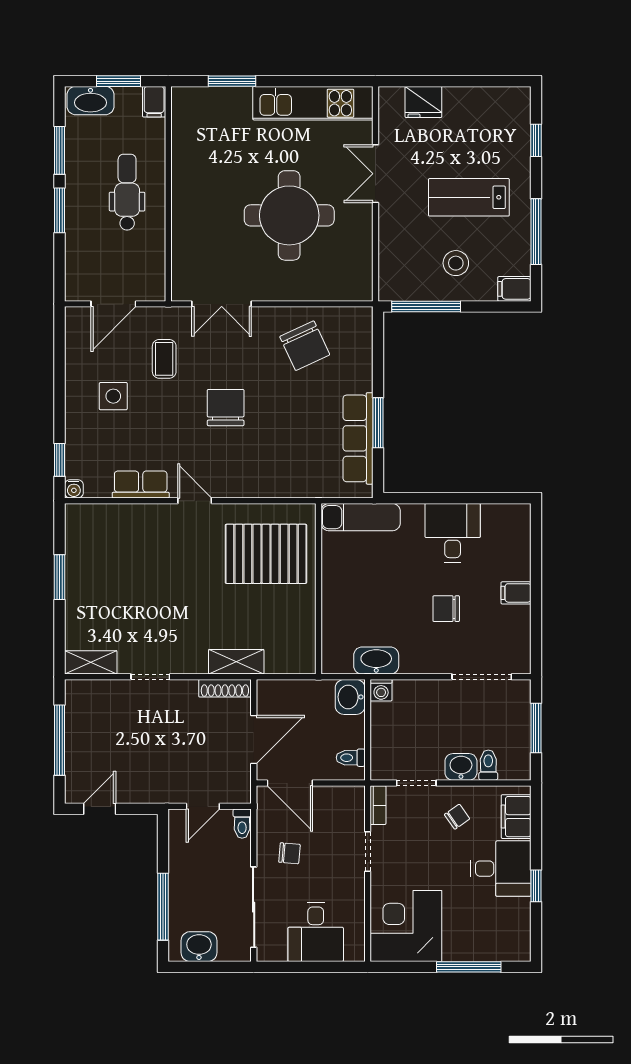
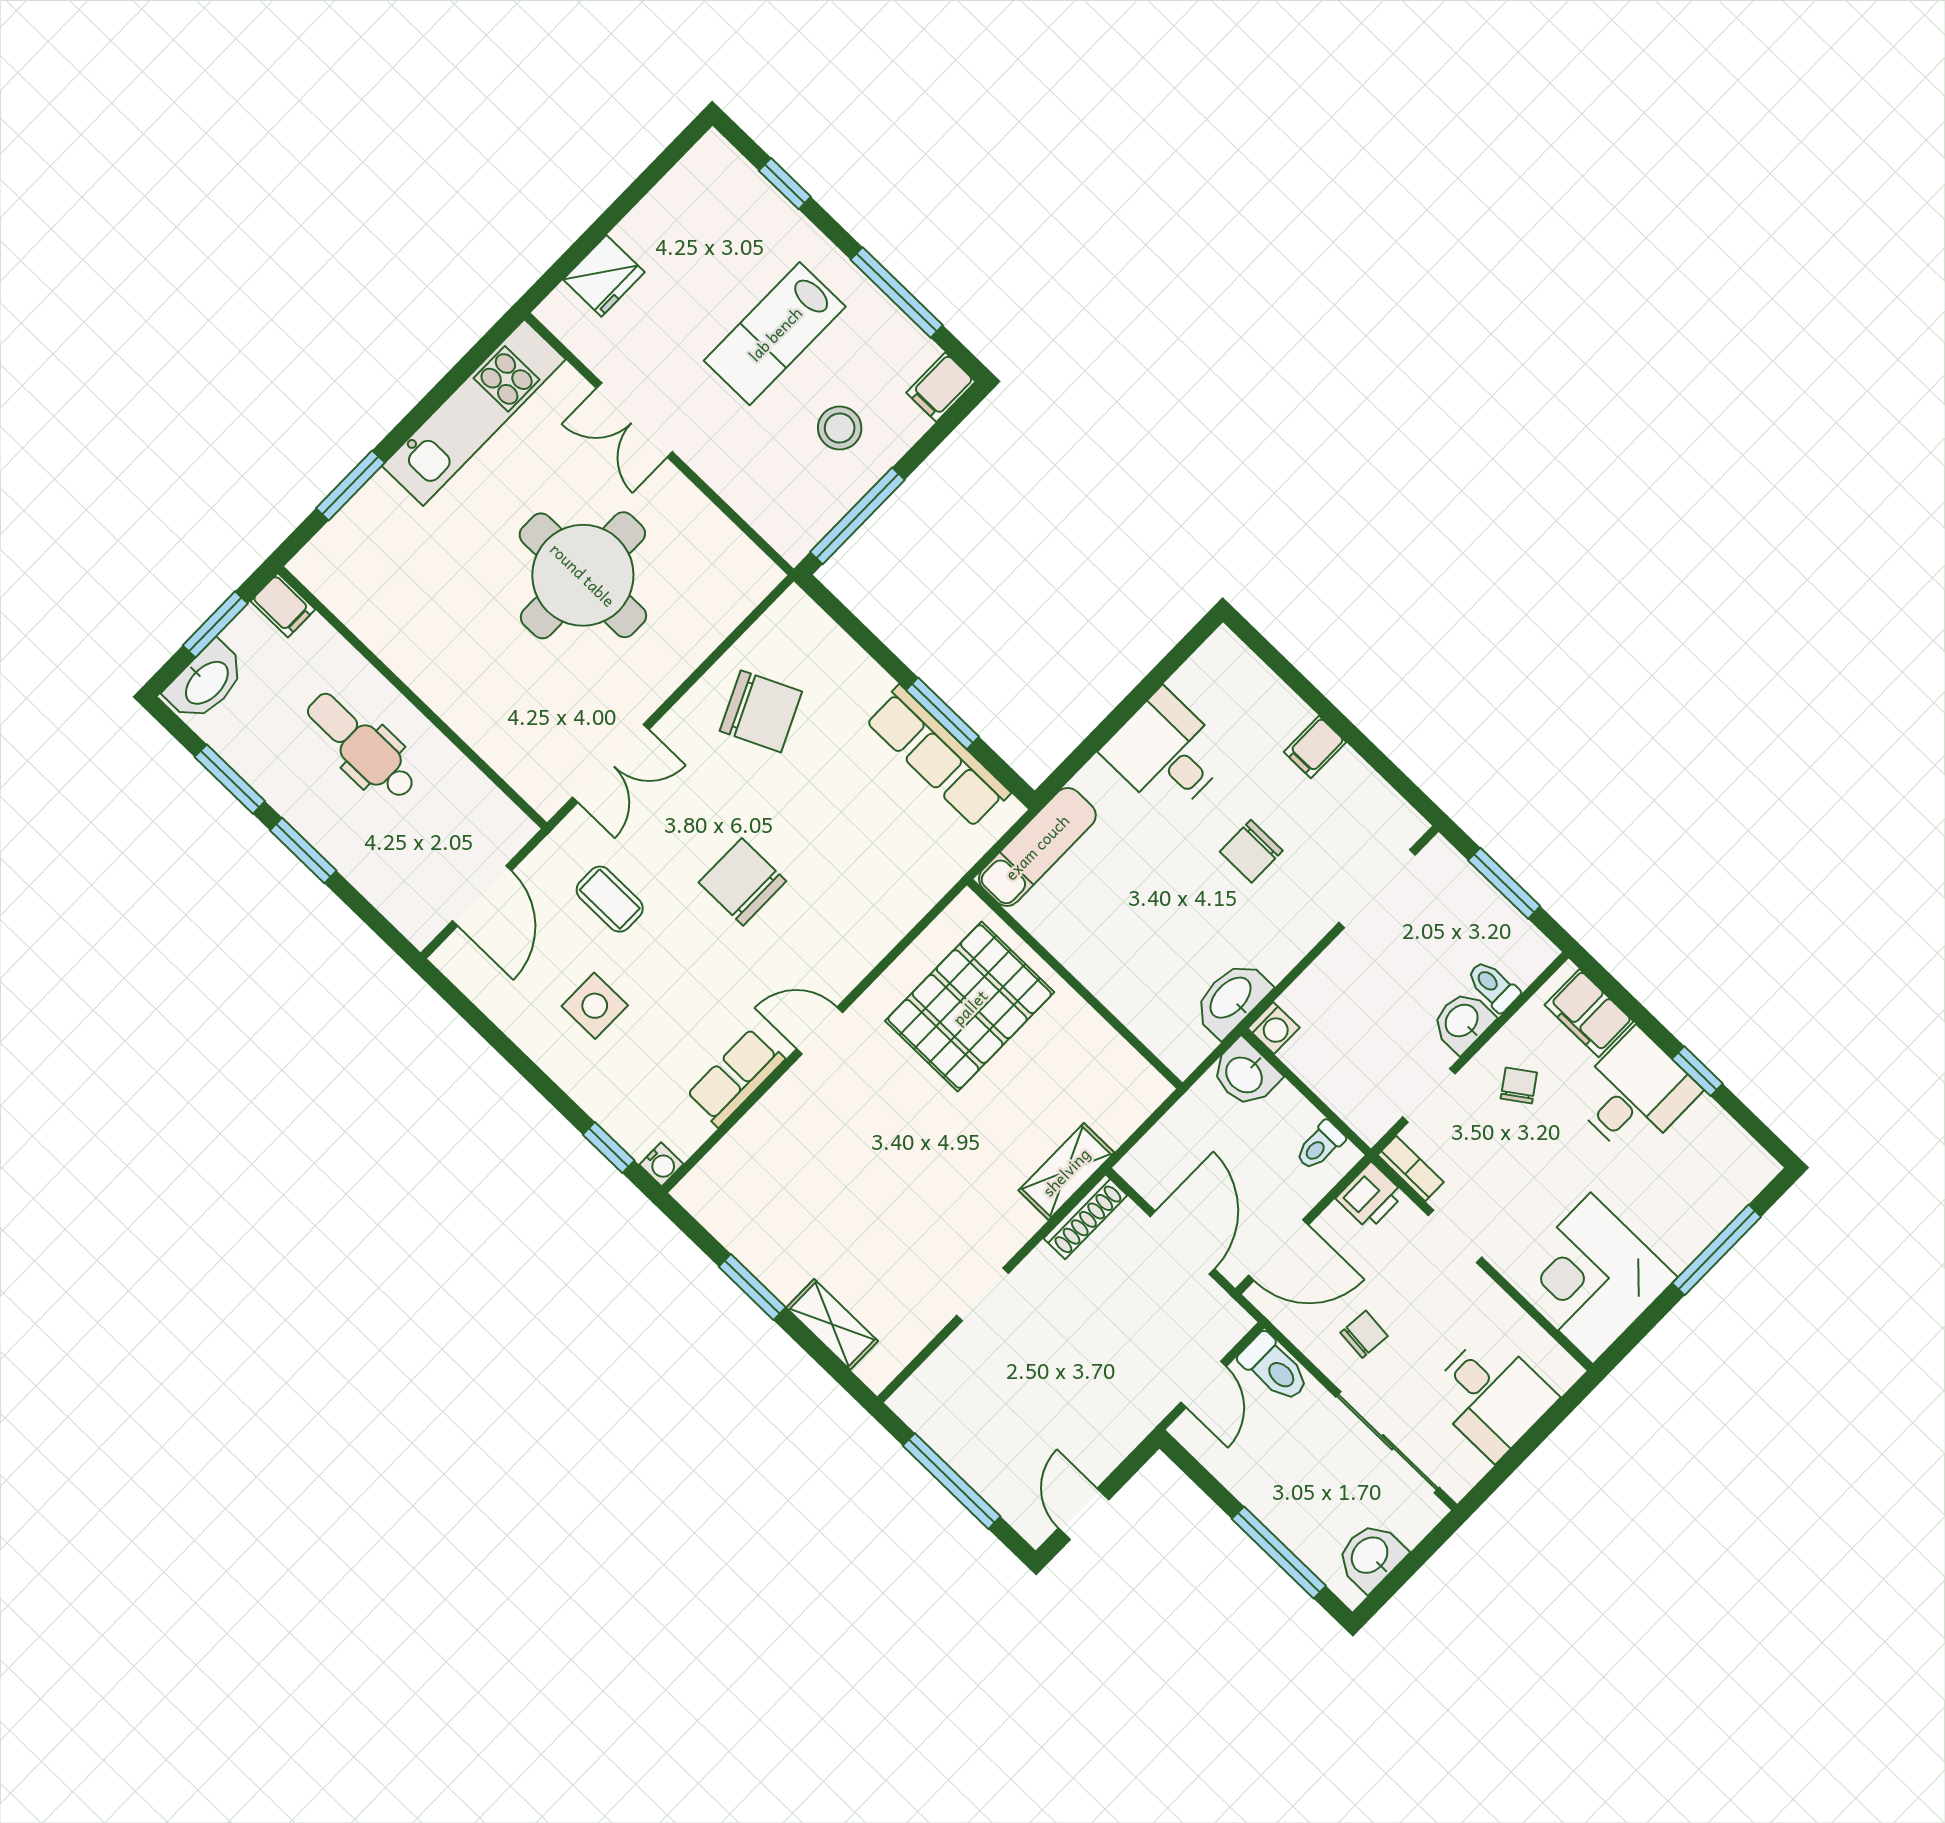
shelving: (91, 662) -> (832, 1324), moved, turned 90
printer: (350, 799) -> (1370, 1196), added
toilet: (242, 824) -> (1274, 1368), width x1.37, depth x1.39

